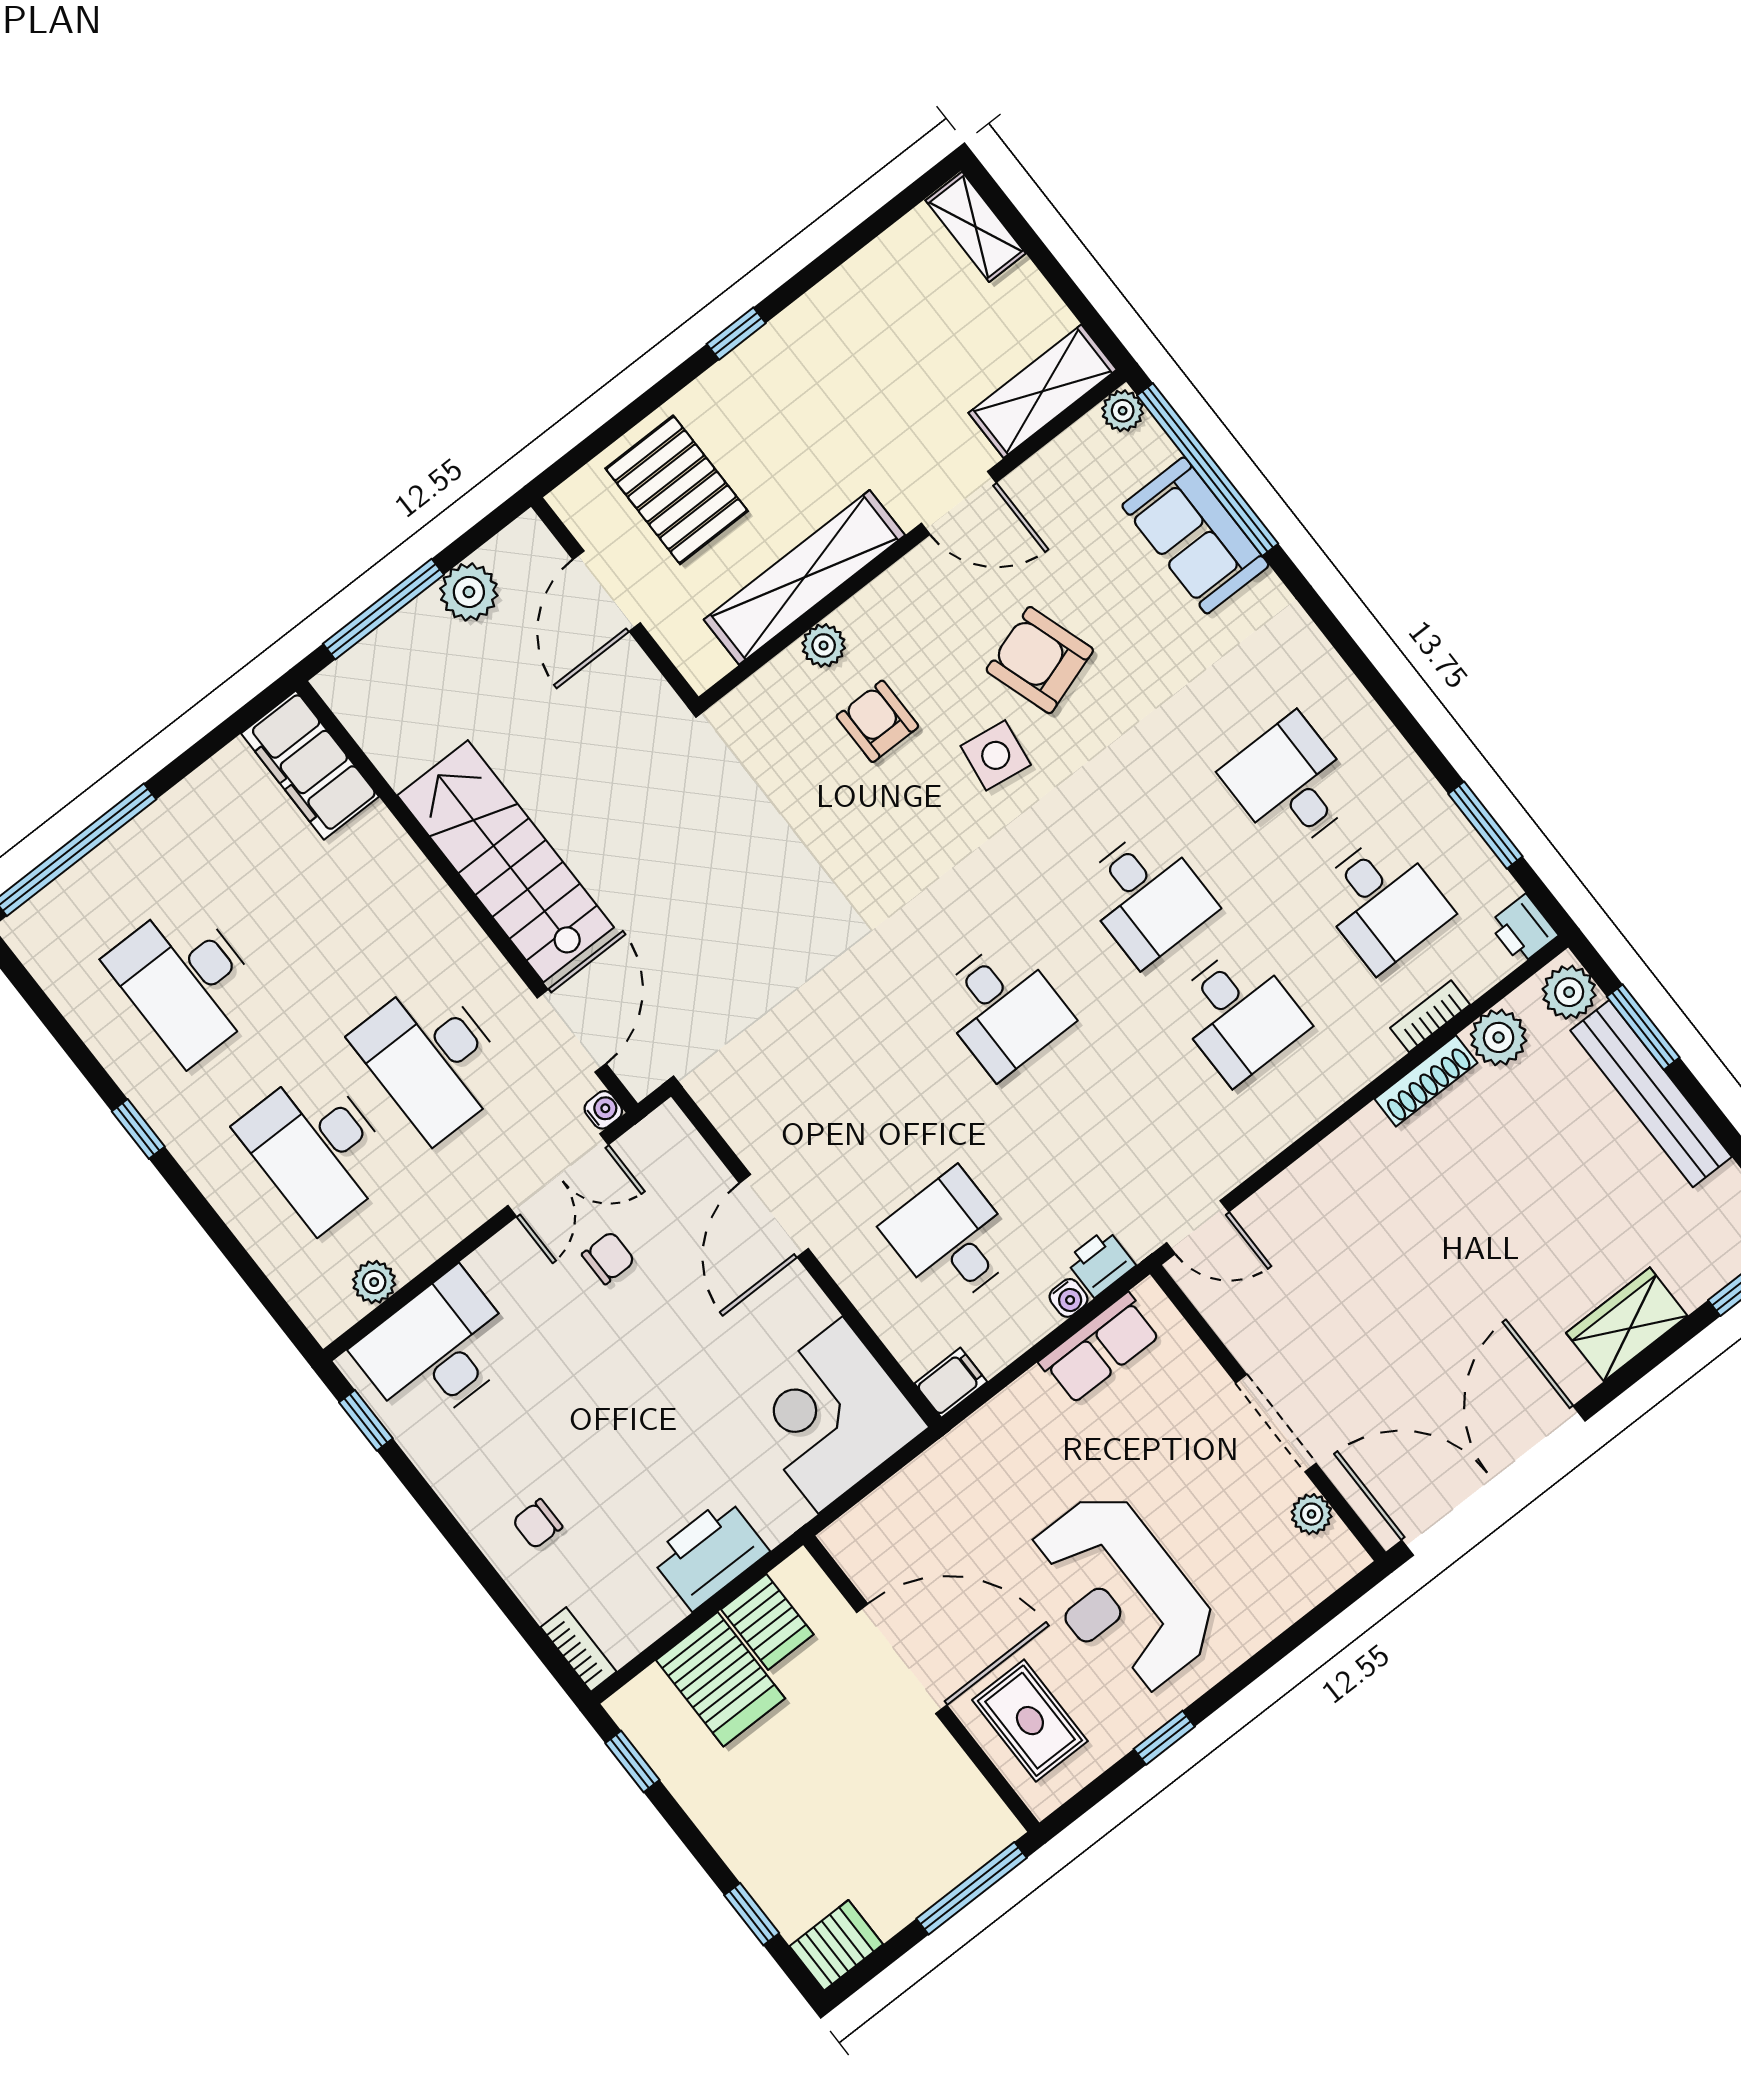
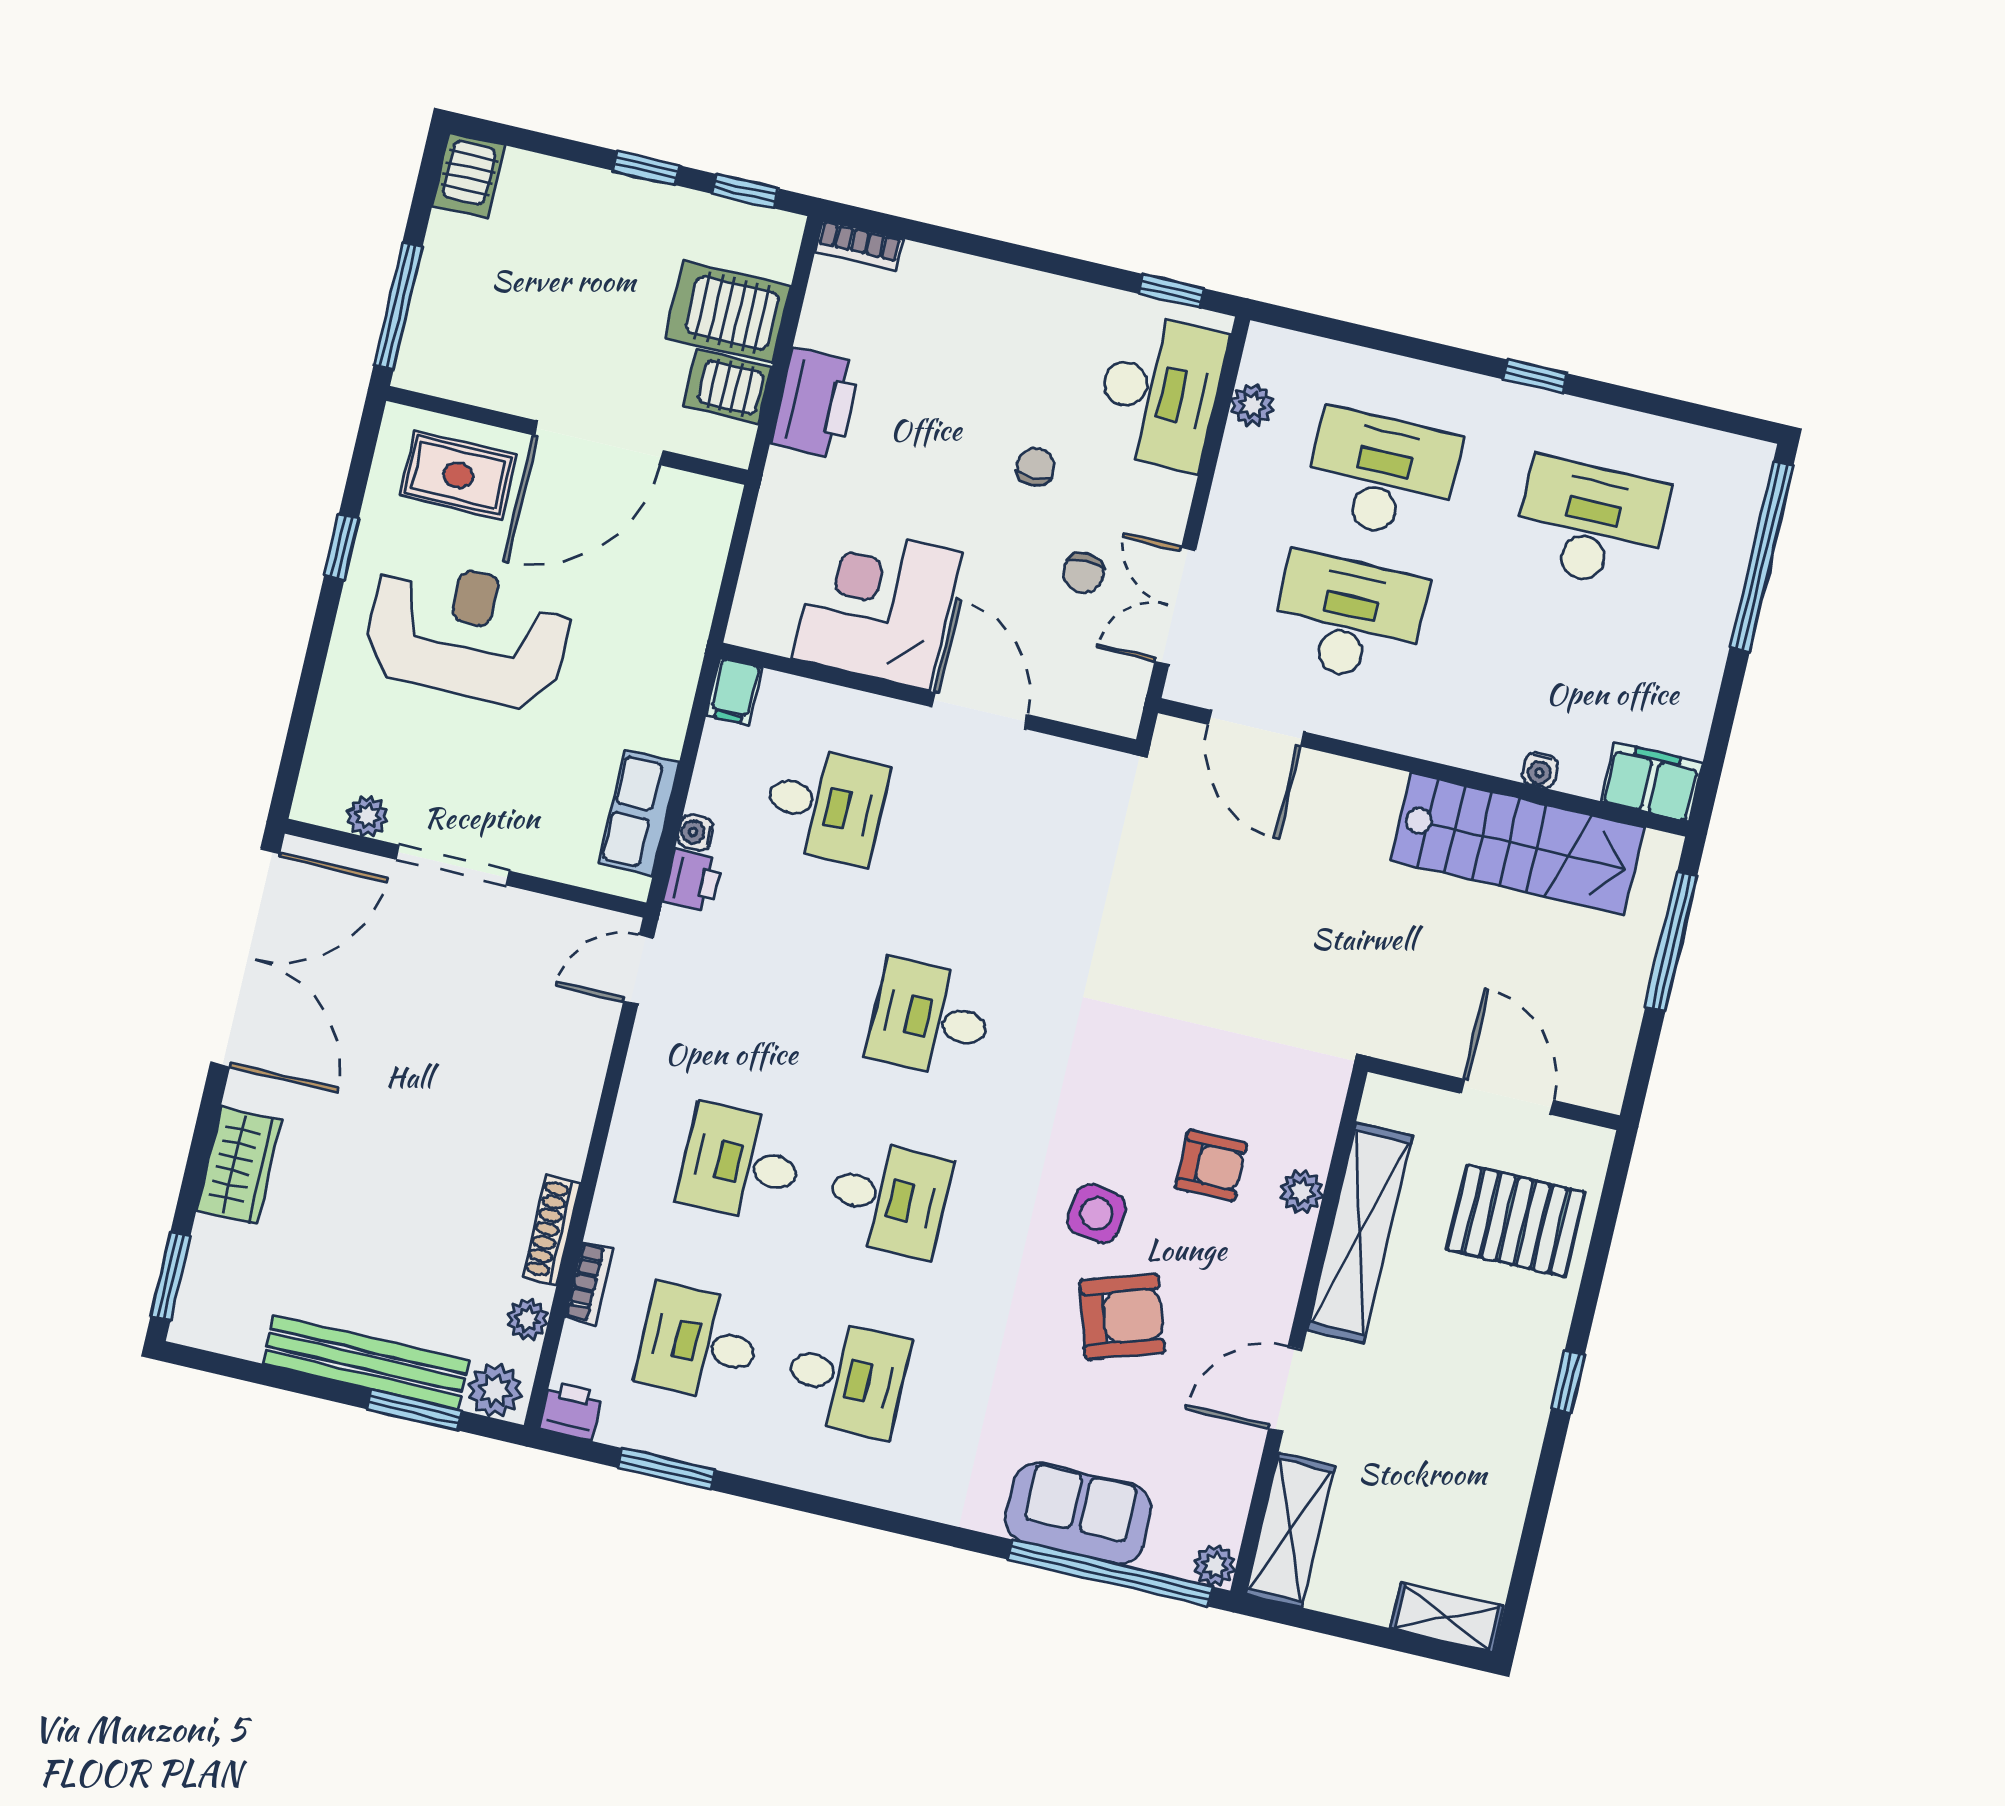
plant: (469, 592) -> (1615, 1009), removed
filing cabinet: (310, 765) -> (1651, 782), width x0.67, depth x0.86
stairs: (506, 861) -> (1517, 844), moved
desk: (1147, 896) -> (888, 1198), turned 180
plant: (1499, 1037) -> (527, 1319), width x0.73, depth x0.73
water cooler: (603, 1110) -> (1540, 770), moved
corner desk: (831, 1415) -> (877, 605), moved, turned -90
chair: (537, 1524) -> (1035, 467), moved
window: (752, 1914) -> (646, 168), moved

